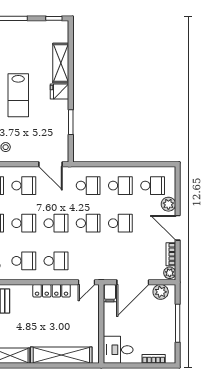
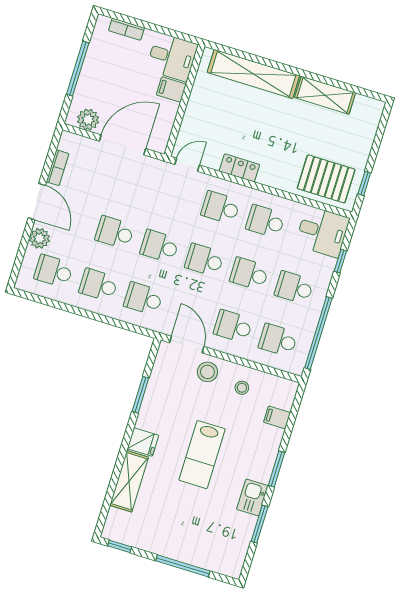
lab bench: (18, 95) -> (202, 455), turned 180
stool: (31, 151) -> (207, 372), added
plant: (170, 273) -> (67, 142), removed
locker: (52, 291) -> (239, 168), width x0.66
filing cabinet: (110, 293) -> (171, 89), moved, turned -90

